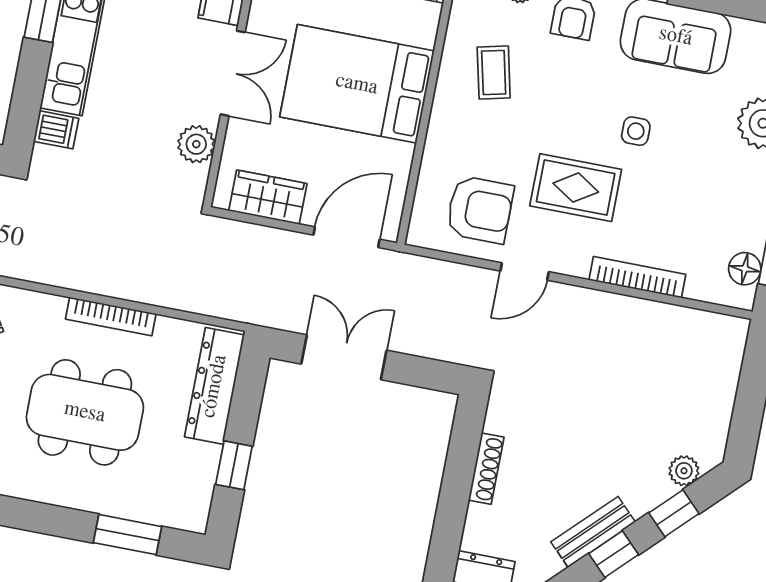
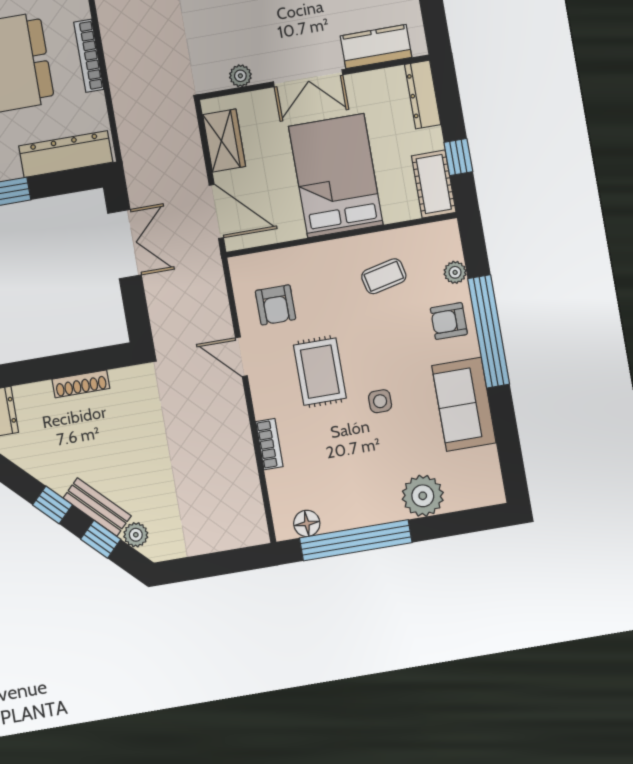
plant: (196, 144) -> (240, 76), width x0.73, depth x0.73
armchair: (480, 210) -> (276, 305), width x0.72, depth x0.72
bookcase: (637, 277) -> (269, 444), width x0.64
bench: (593, 532) -> (97, 507), moved

